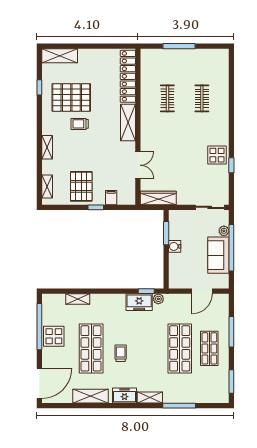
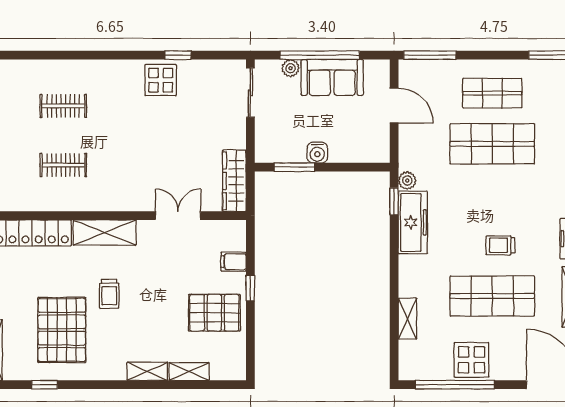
trolley: (80, 124) -> (109, 294), moved
shelving: (47, 186) -> (189, 371), moved
freezer: (139, 302) -> (413, 222), width x1.40
window: (231, 332) -> (430, 55), moved

